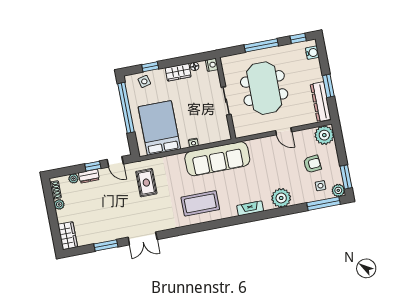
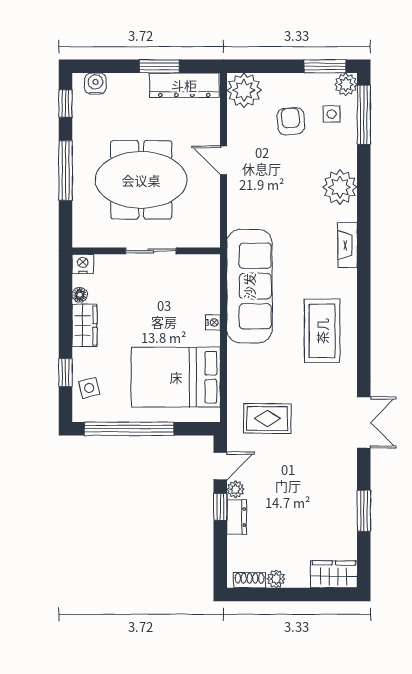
door: (284, 131) -> (224, 160), swing flipped
plant: (73, 178) -> (235, 489), moved
double door: (143, 238) -> (364, 422), moved

